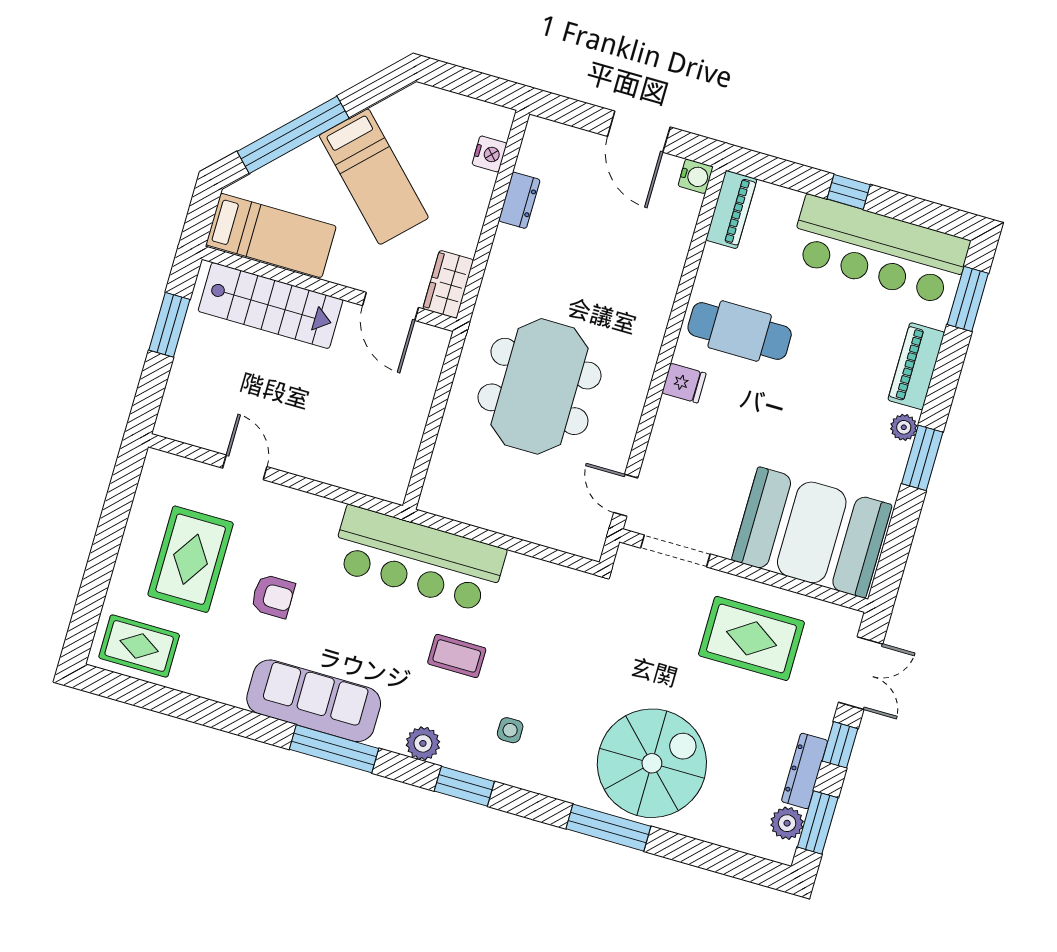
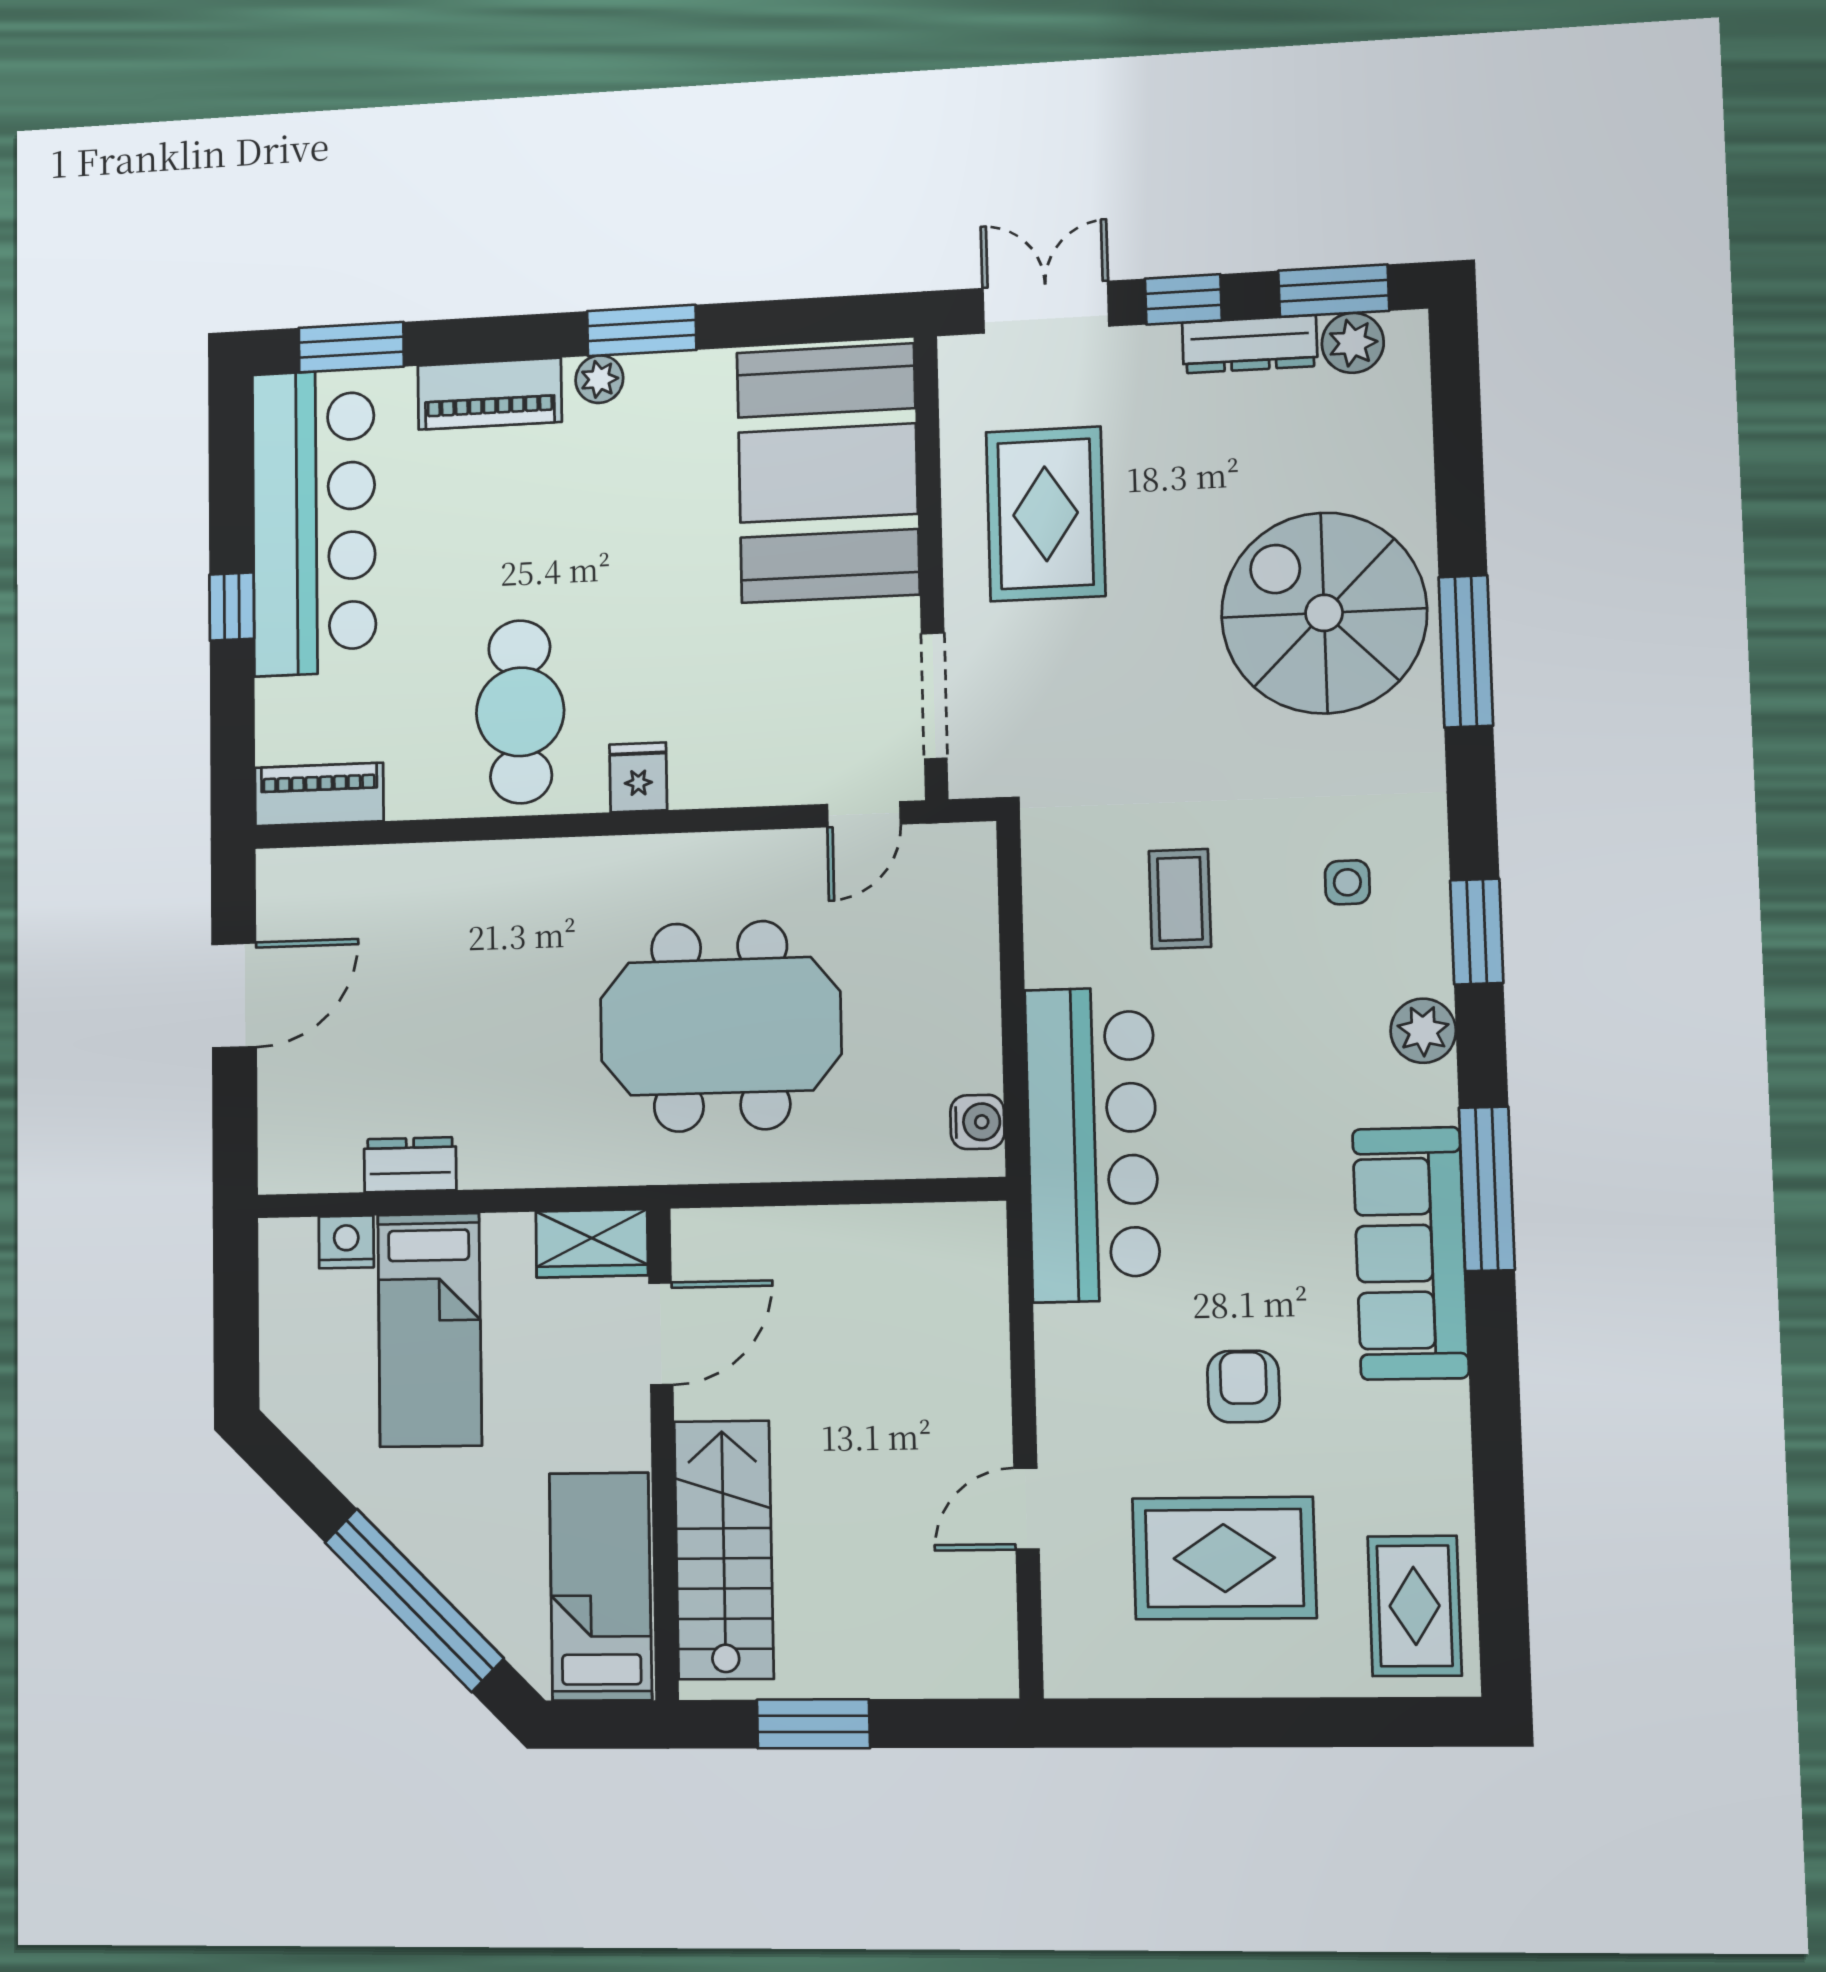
water cooler: (696, 176) -> (977, 1122), moved, turned 90
bed: (374, 177) -> (430, 1330), moved, turned 135
coffee table: (457, 656) -> (1180, 899), moved

